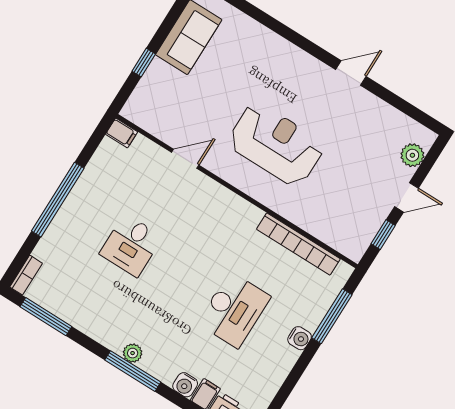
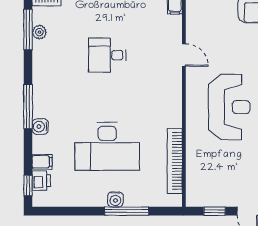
desk: (234, 310) -> (107, 146), width x1.36, depth x1.30
window: (332, 316) -> (127, 211), moved
plant: (133, 353) -> (39, 32), moved
water cooler: (185, 385) -> (40, 127), moved

